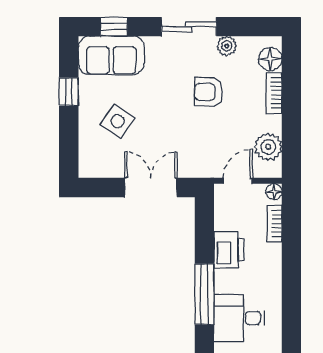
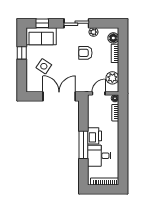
double door: (151, 188) -> (59, 96), width x1.37
printer: (229, 250) -> (95, 136), moved

